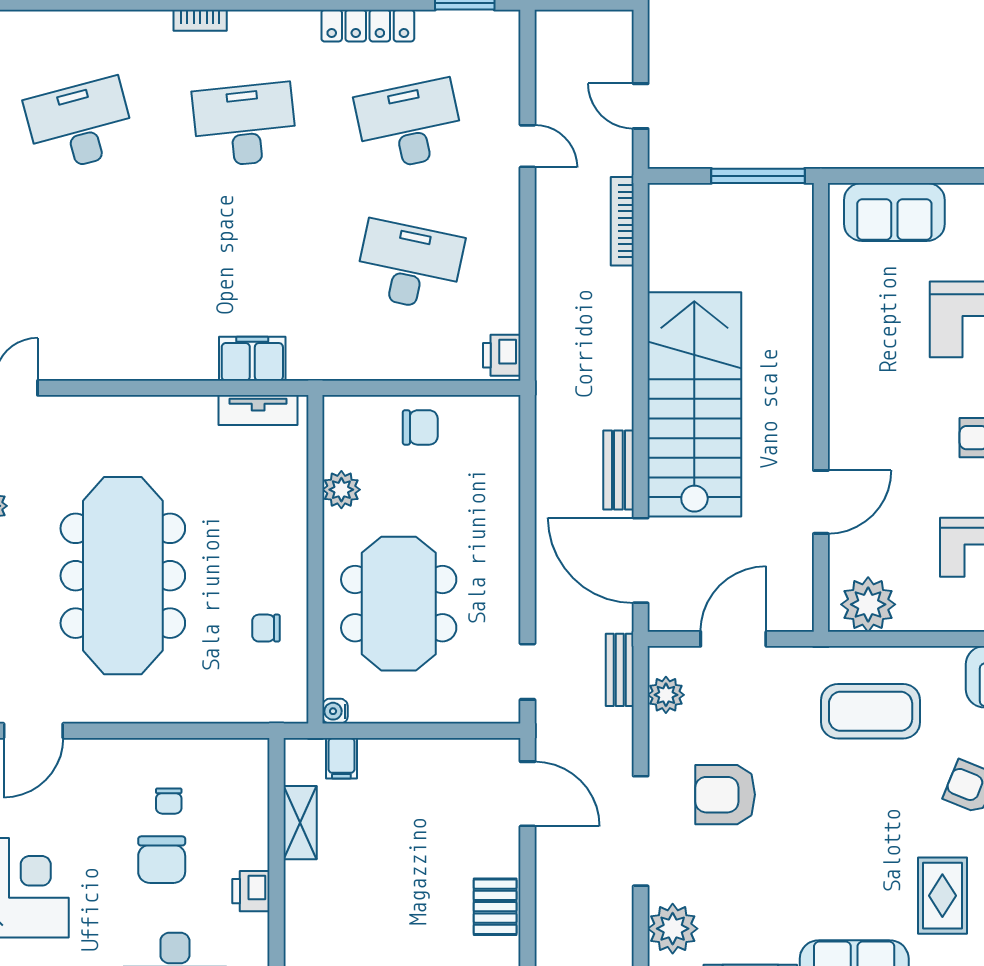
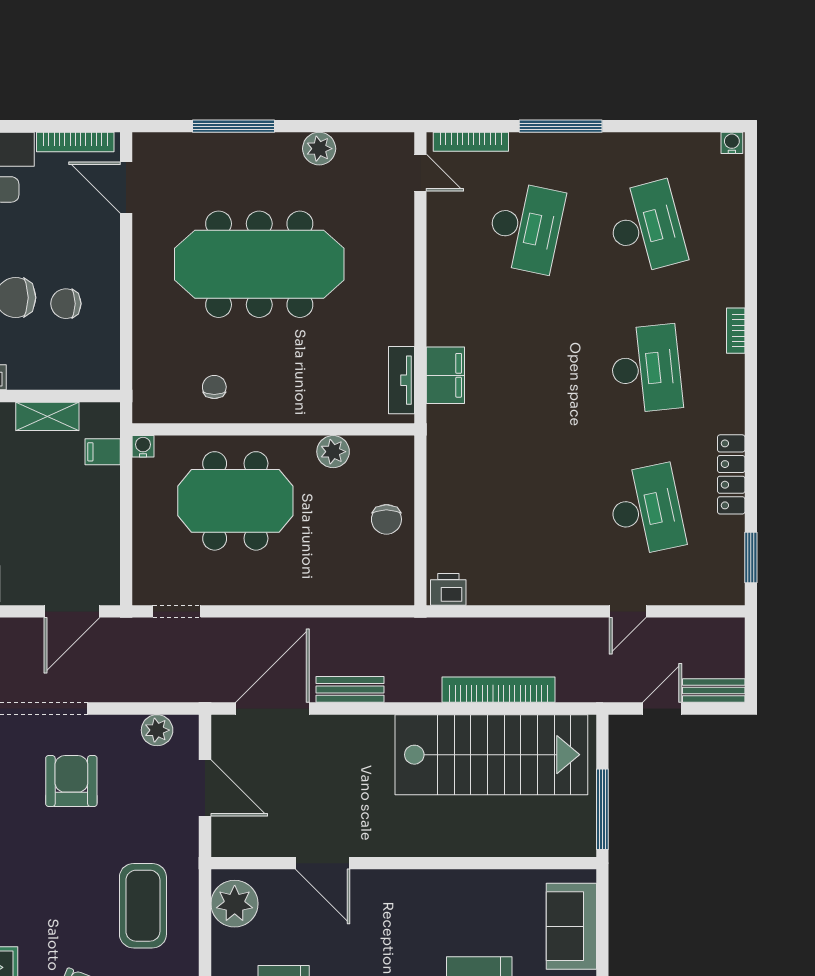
bookcase: (622, 221) -> (498, 690), moved, width x1.48, depth x1.31
desk: (409, 266) -> (525, 227), moved
stairs: (694, 404) -> (491, 755), moved
bench: (620, 670) -> (714, 690), moved
chair: (169, 801) -> (66, 304), width x1.37, depth x1.37

